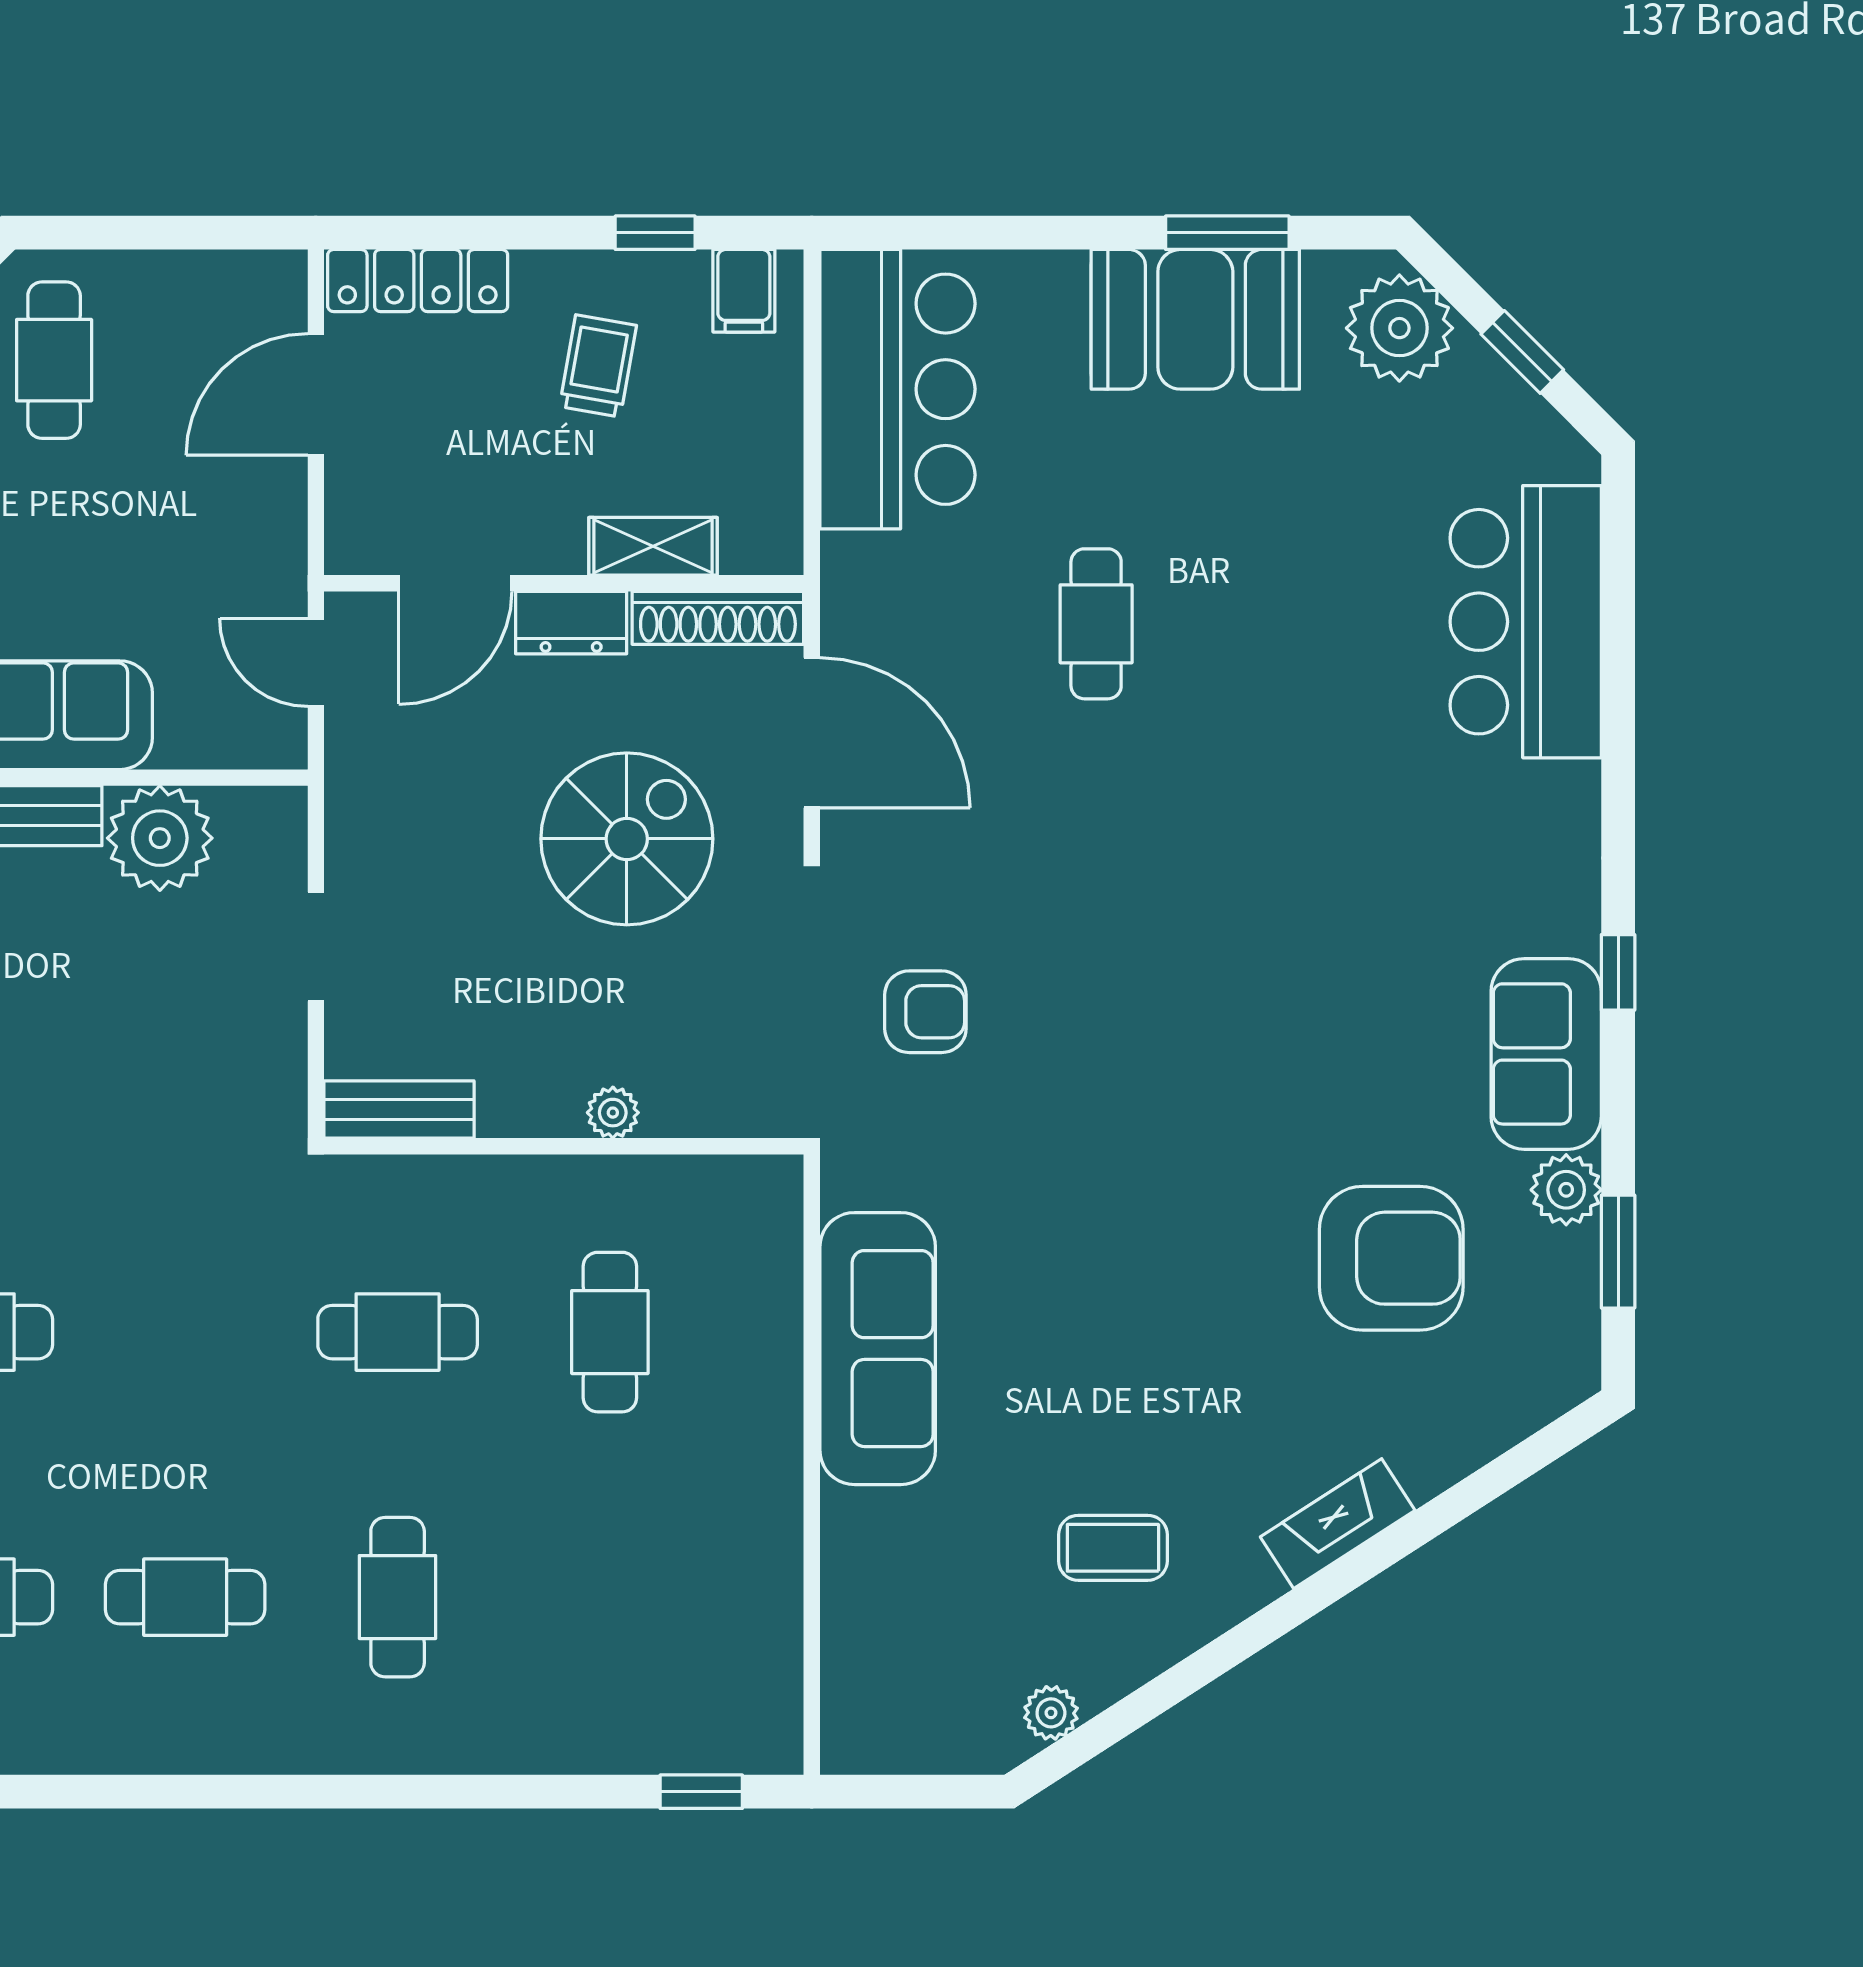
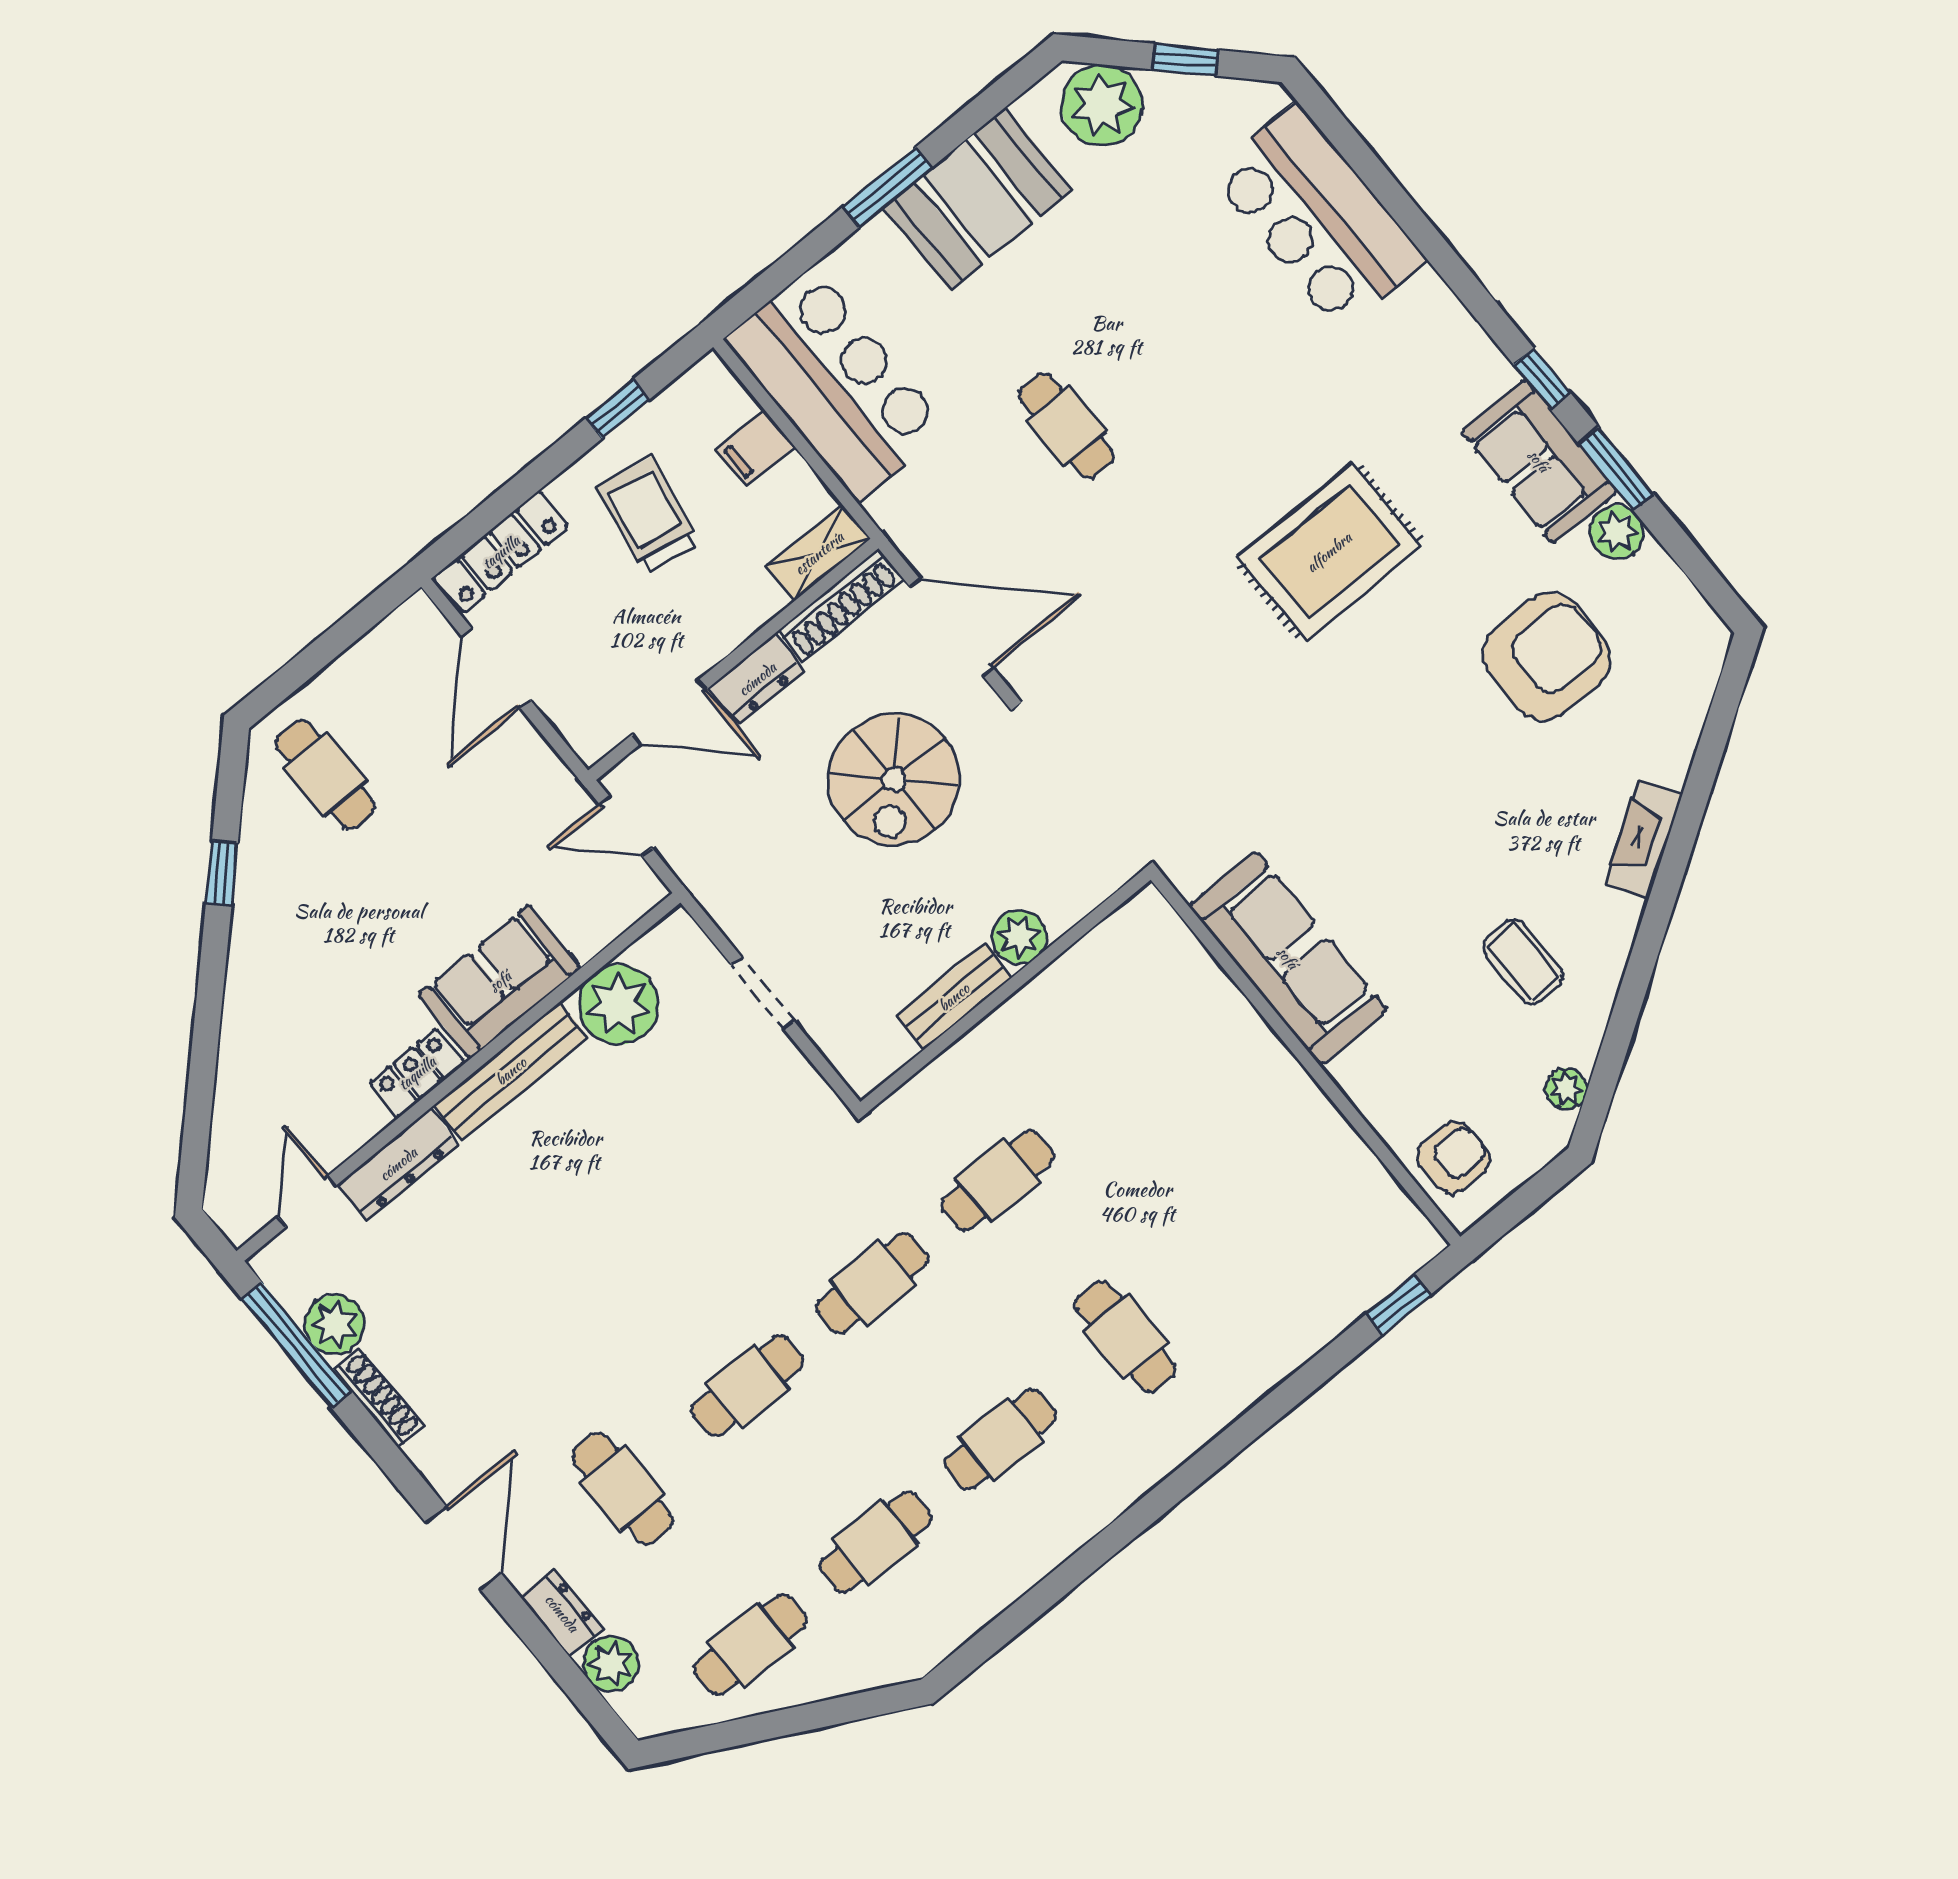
window: (1227, 233) -> (887, 187), moved
filing cabinet: (744, 291) -> (755, 448), moved, turned 90
trolley: (598, 366) -> (648, 515), width x1.36, depth x1.39
shelving: (653, 546) -> (819, 553), moved
door: (455, 583) -> (669, 712), hinge flipped
spiral stairs: (627, 839) -> (894, 779), turned 180
rug: (1258, 971) -> (1329, 552), added
armchair: (925, 1012) -> (1454, 1157), moved
bench: (399, 1110) -> (954, 997), moved
plant: (613, 1113) -> (1019, 937), width x1.38, depth x1.38
window: (1618, 1252) -> (1616, 469), moved
cafe table: (610, 1332) -> (872, 1283), moved, turned 90
coffee table: (1113, 1548) -> (1523, 962), turned 90

